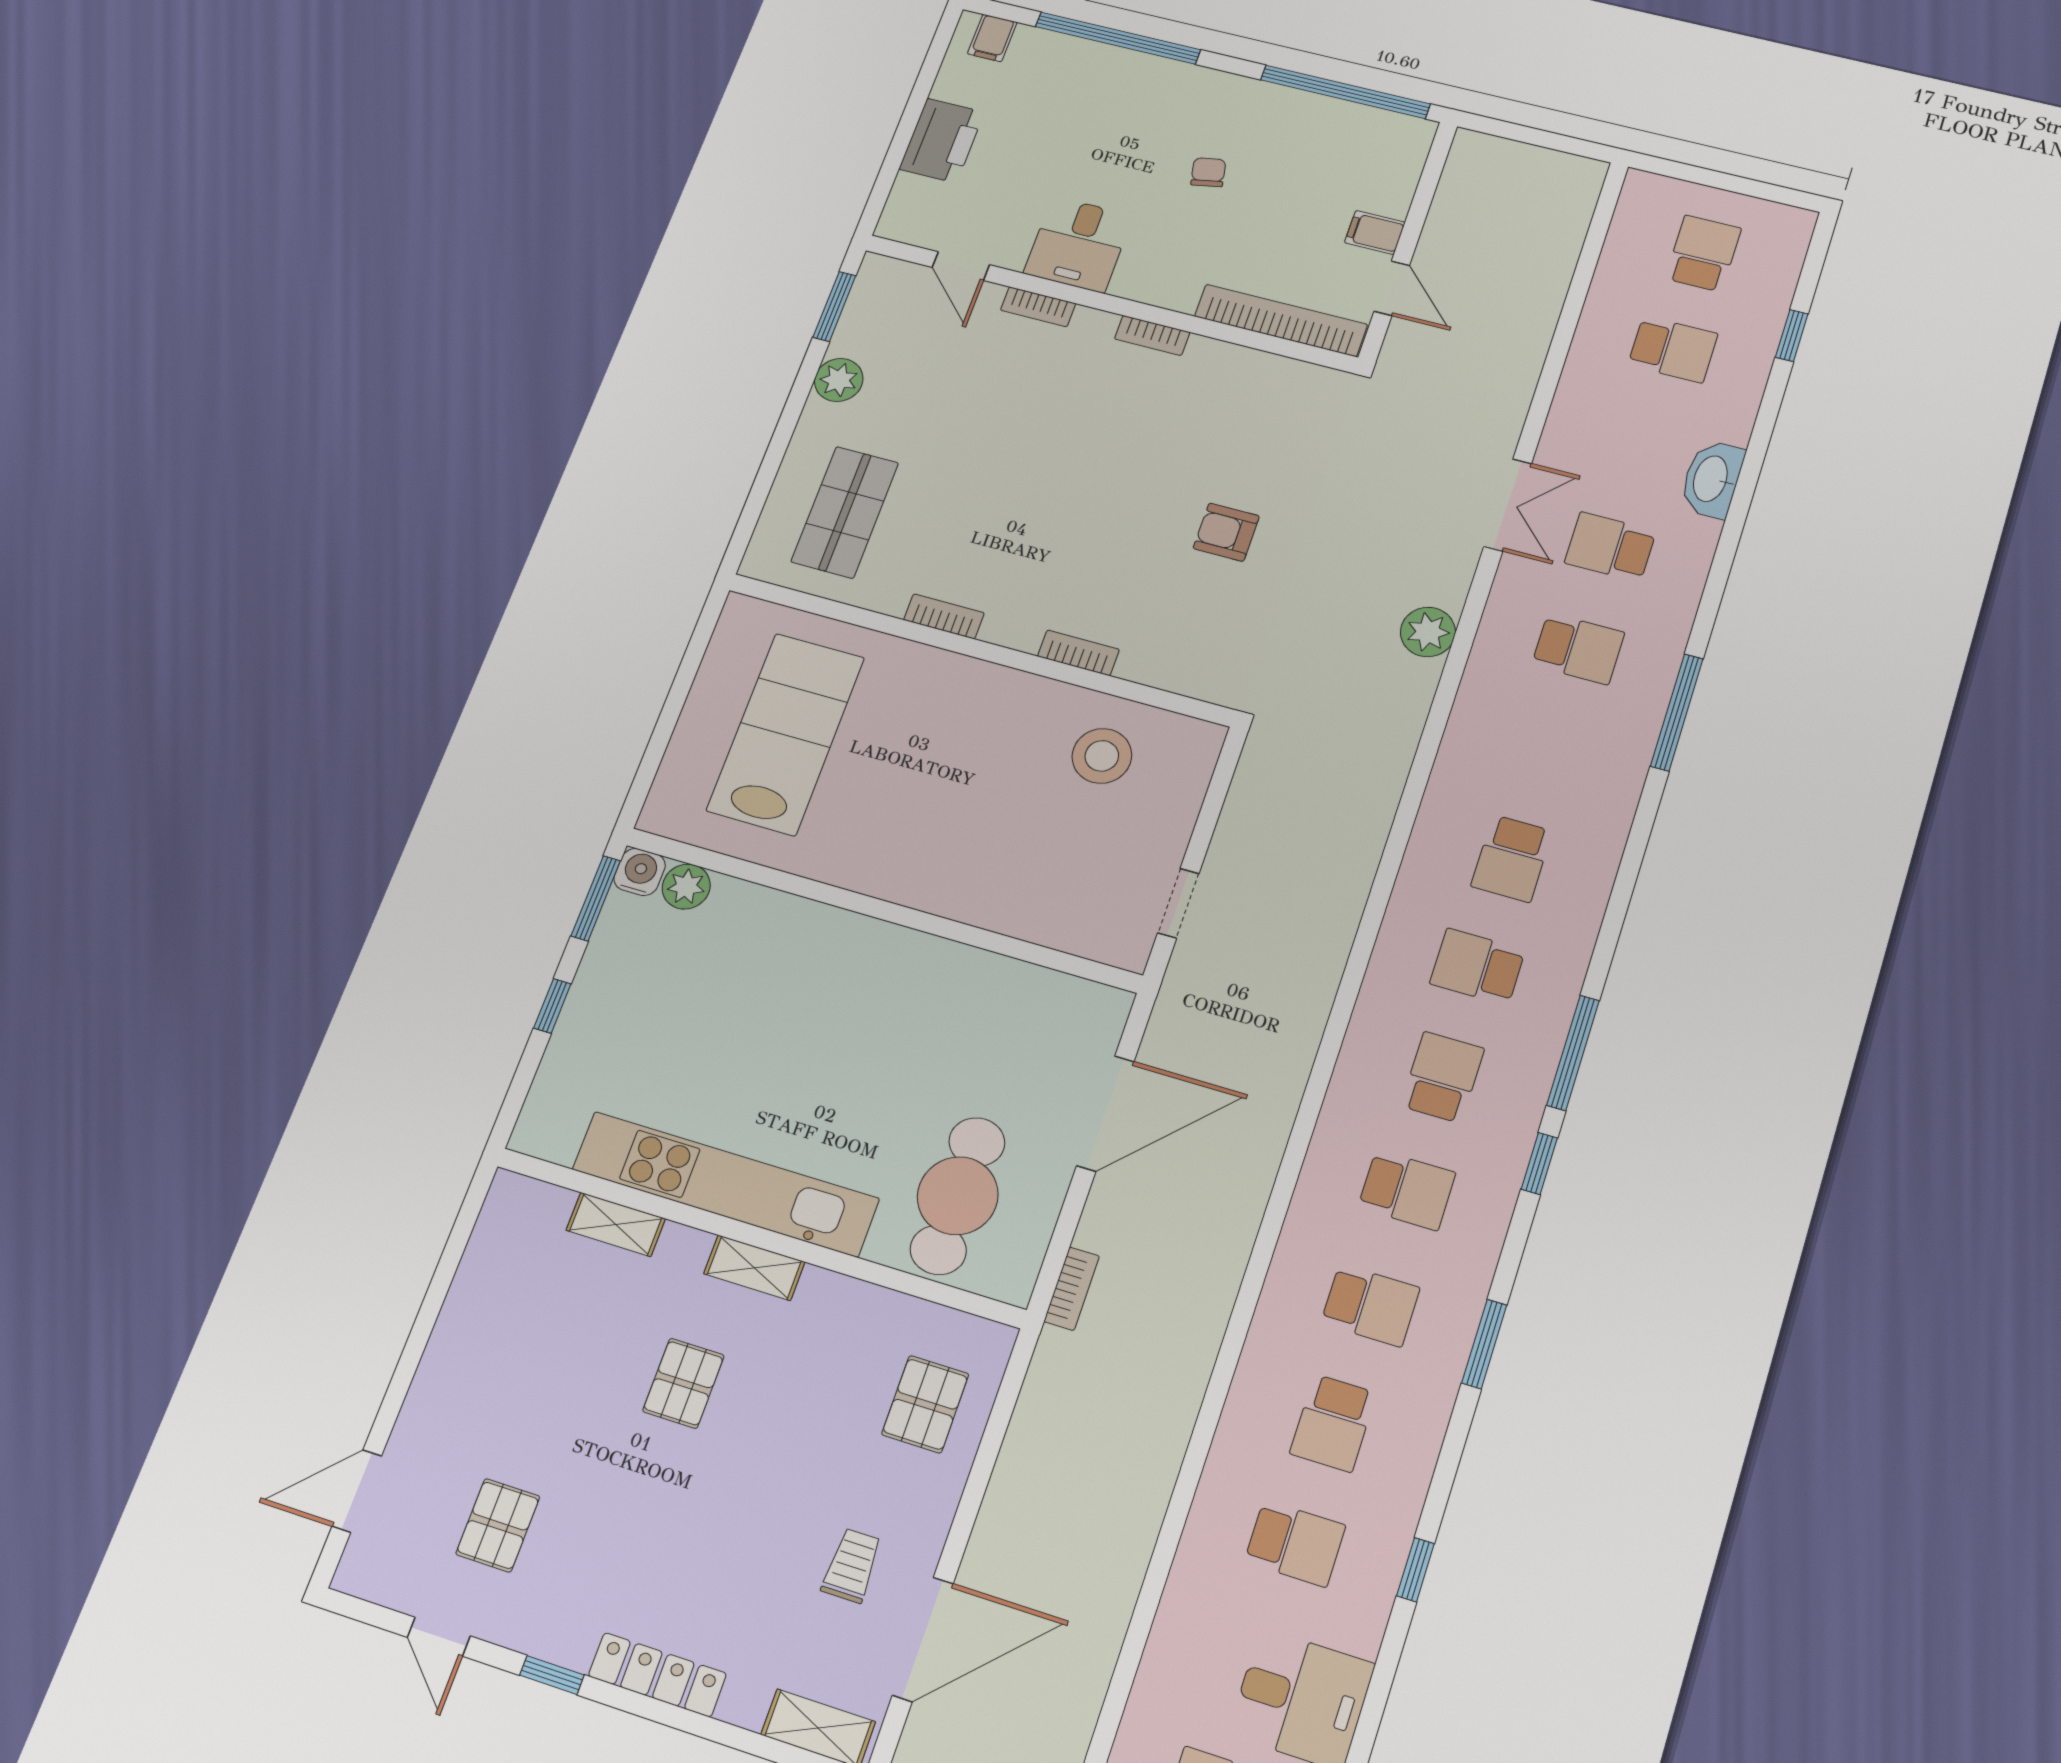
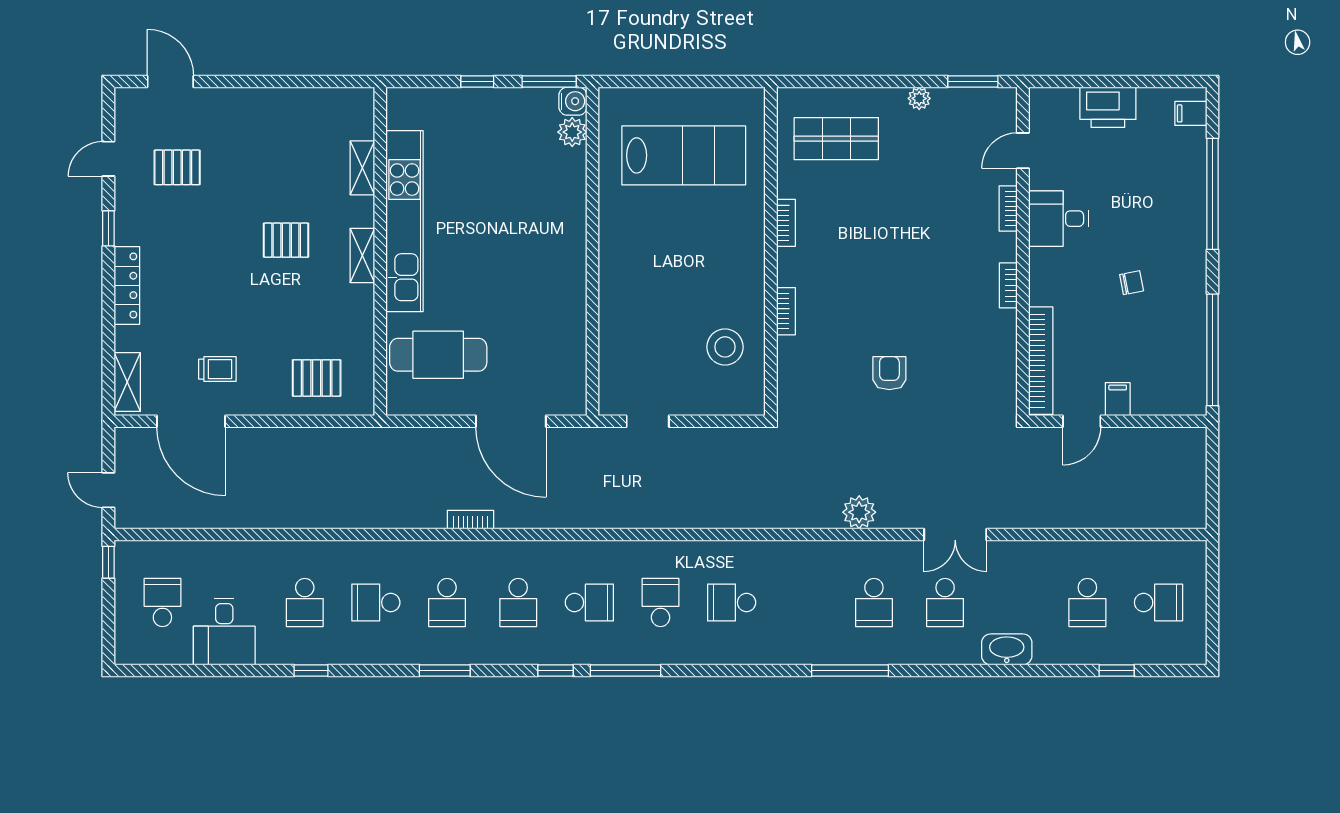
plant: (839, 380) -> (919, 98), width x0.73, depth x0.73
school desk: (1610, 547) -> (945, 602), turned 180
bookcase: (1072, 1289) -> (470, 520), moved, turned 180

